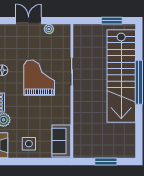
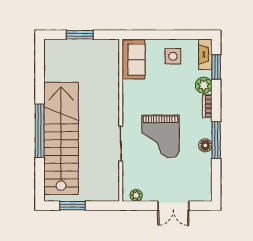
plant: (49, 29) -> (136, 195), moved

